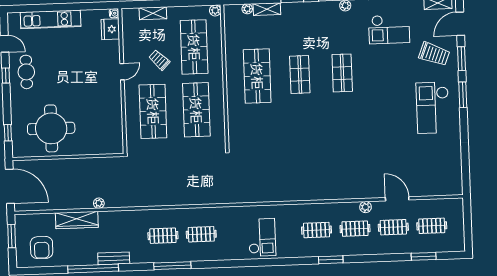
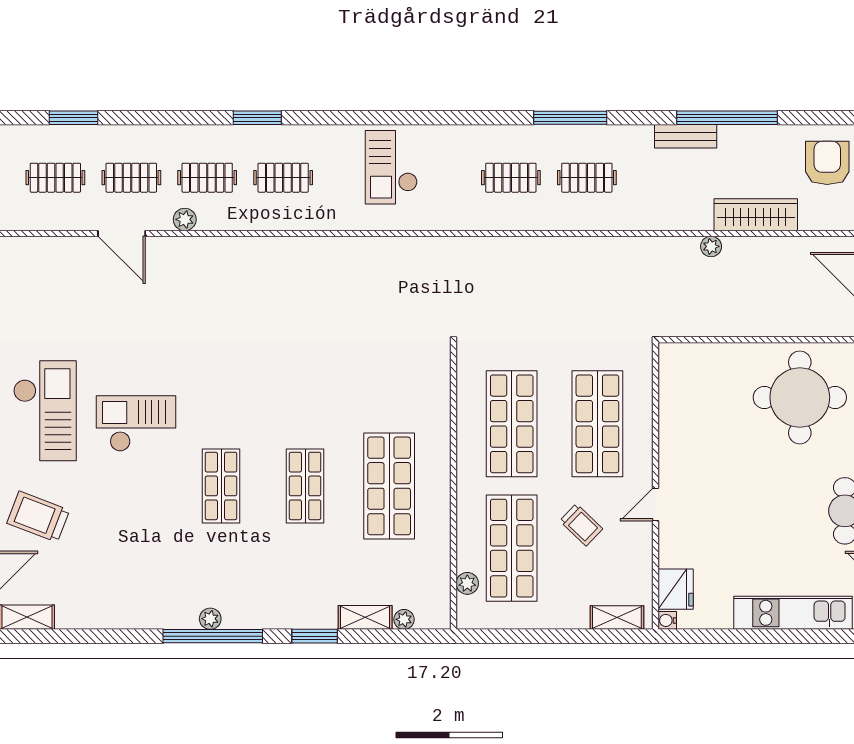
plant: (215, 10) -> (467, 583), moved
shelving: (153, 13) -> (617, 618), moved
checkout: (389, 29) -> (136, 424), moved

